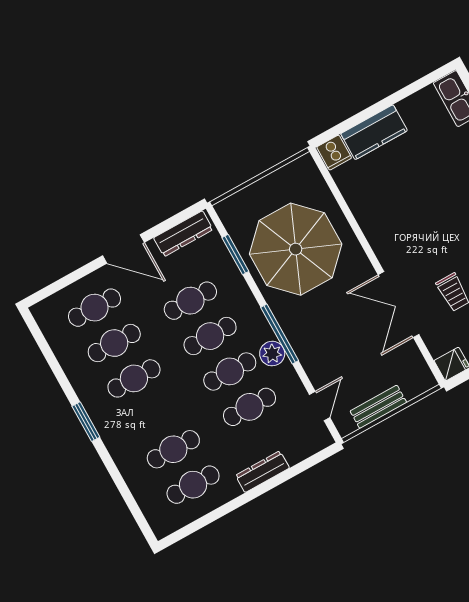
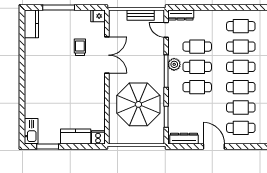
window: (413, 88) -> (48, 146), added
cafe table: (190, 301) -> (241, 67), moved
door: (320, 406) -> (166, 30), hinge flipped
dresser: (262, 472) -> (181, 15), moved

